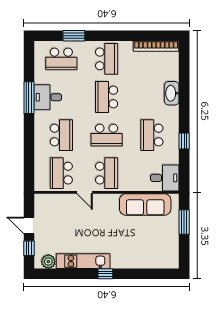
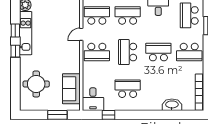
washbasin: (172, 93) -> (172, 105), moved
school desk: (61, 135) -> (128, 15), turned 180
window: (184, 141) -> (108, 115), moved
sofa: (145, 204) -> (71, 89), width x0.73
round table: (146, 248) -> (36, 84), added
window: (80, 274) -> (15, 30), added

